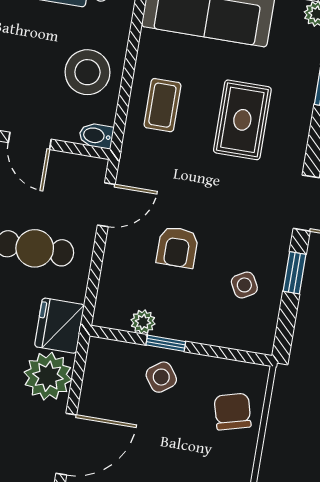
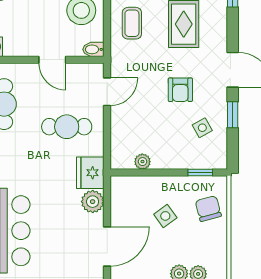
armchair: (177, 247) -> (180, 90), moved
window: (166, 343) -> (200, 173), moved
plant: (48, 376) -> (93, 202), width x0.73, depth x0.73
side table: (161, 377) -> (165, 216), moved

